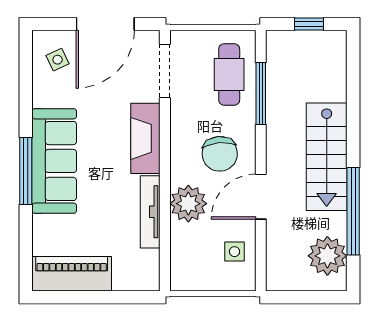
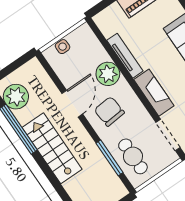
side table: (234, 252) -> (63, 47), moved

